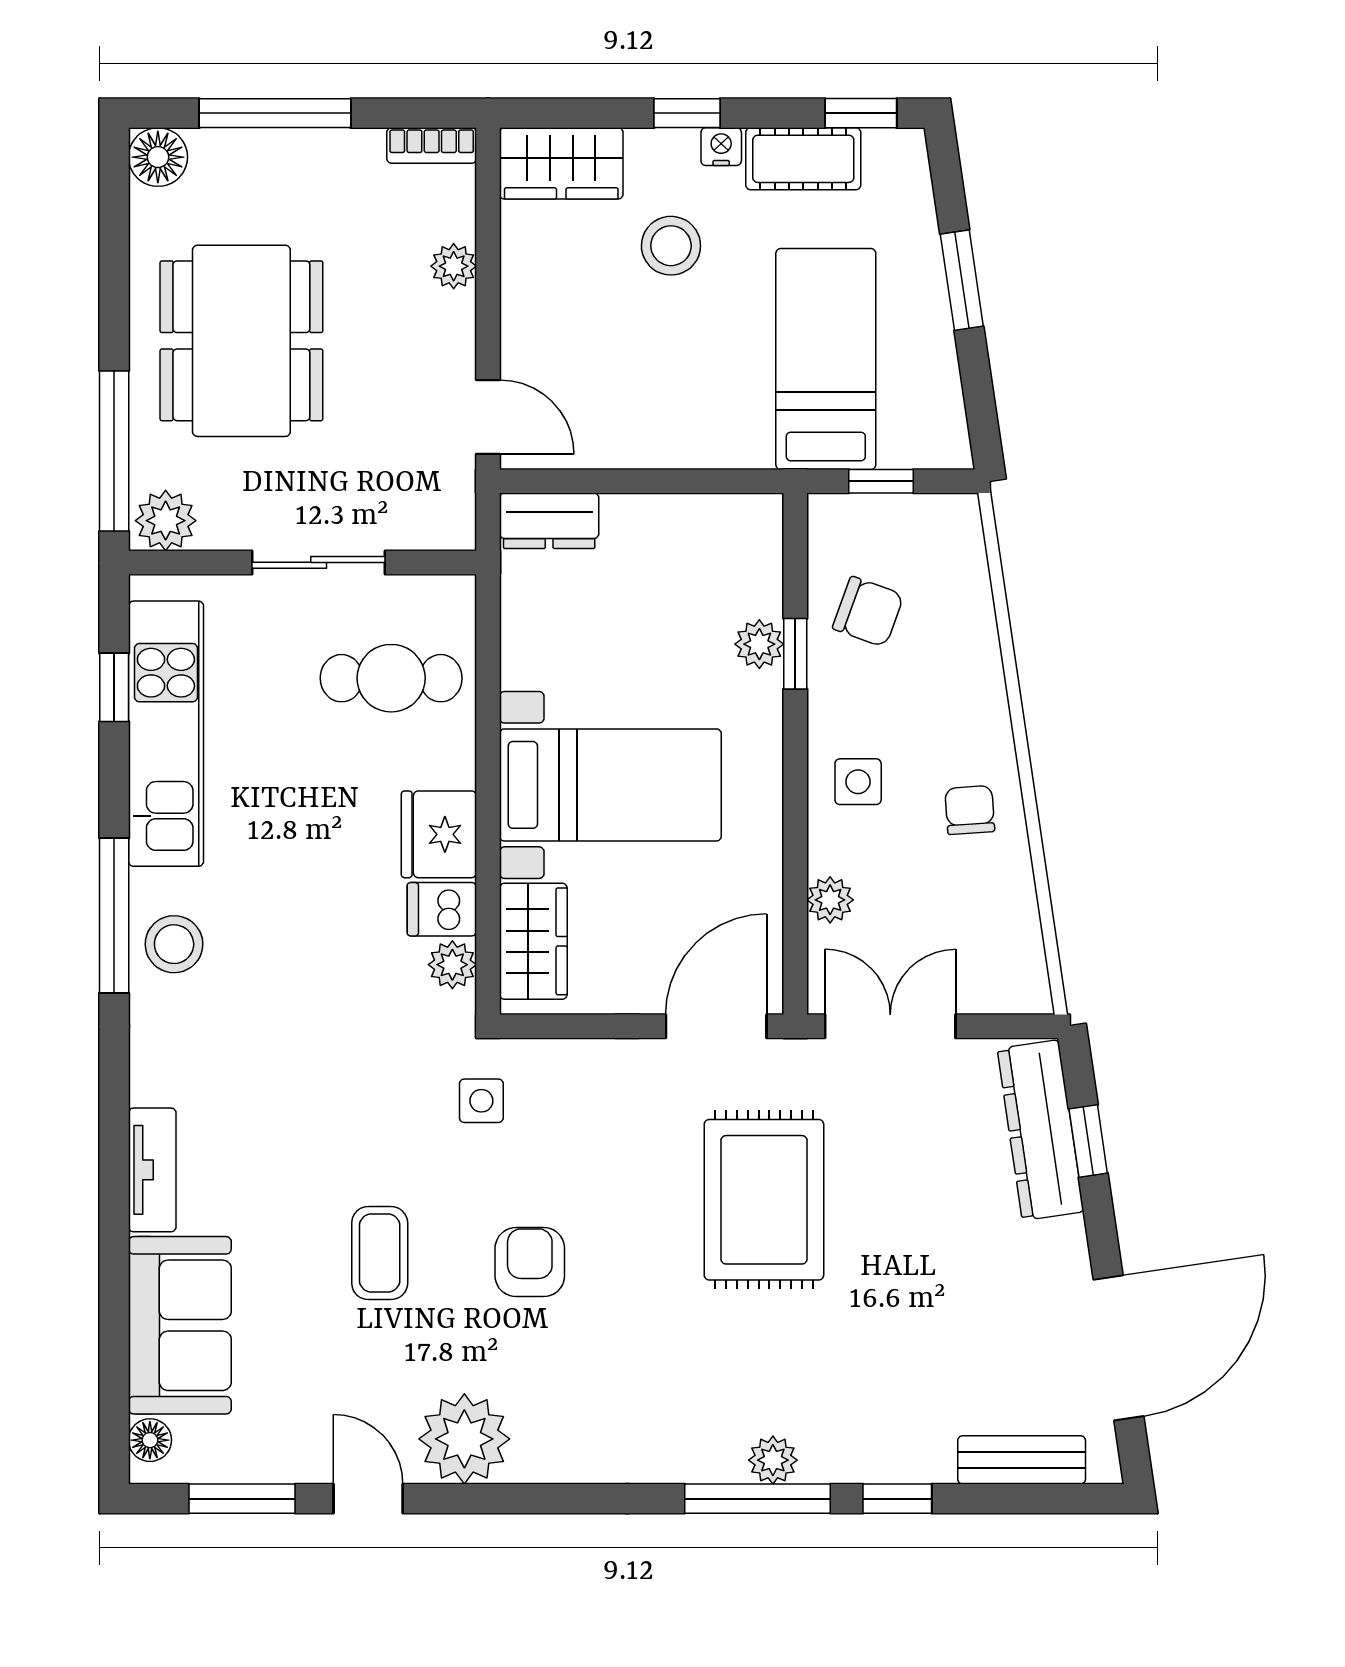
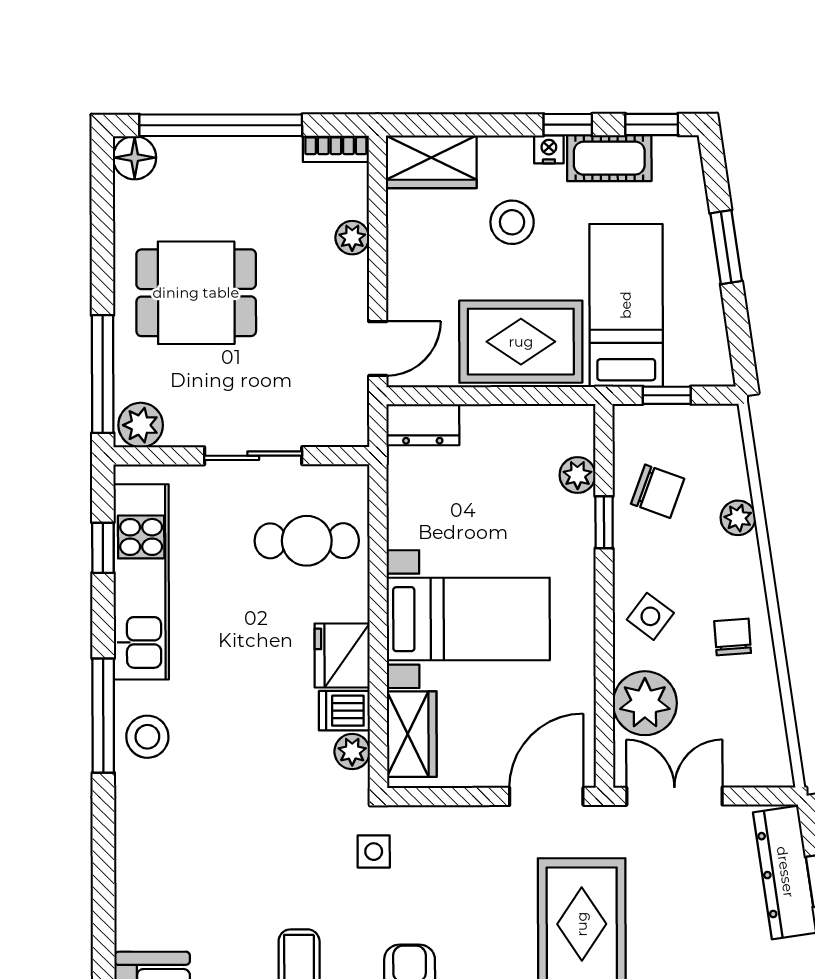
window: (275, 113) -> (221, 125), width x1.46
window: (687, 113) -> (568, 125), moved
dining table: (241, 341) -> (196, 293), width x0.73
rug: (683, 408) -> (521, 342), added
door: (488, 417) -> (378, 349), hinge flipped
plant: (759, 644) -> (577, 475), moved
plant: (977, 648) -> (738, 518), added
side table: (858, 782) -> (650, 616), turned 37
plant: (830, 900) -> (645, 703), width x1.88, depth x1.88
tv unit: (152, 1170) -> (132, 903), removed

